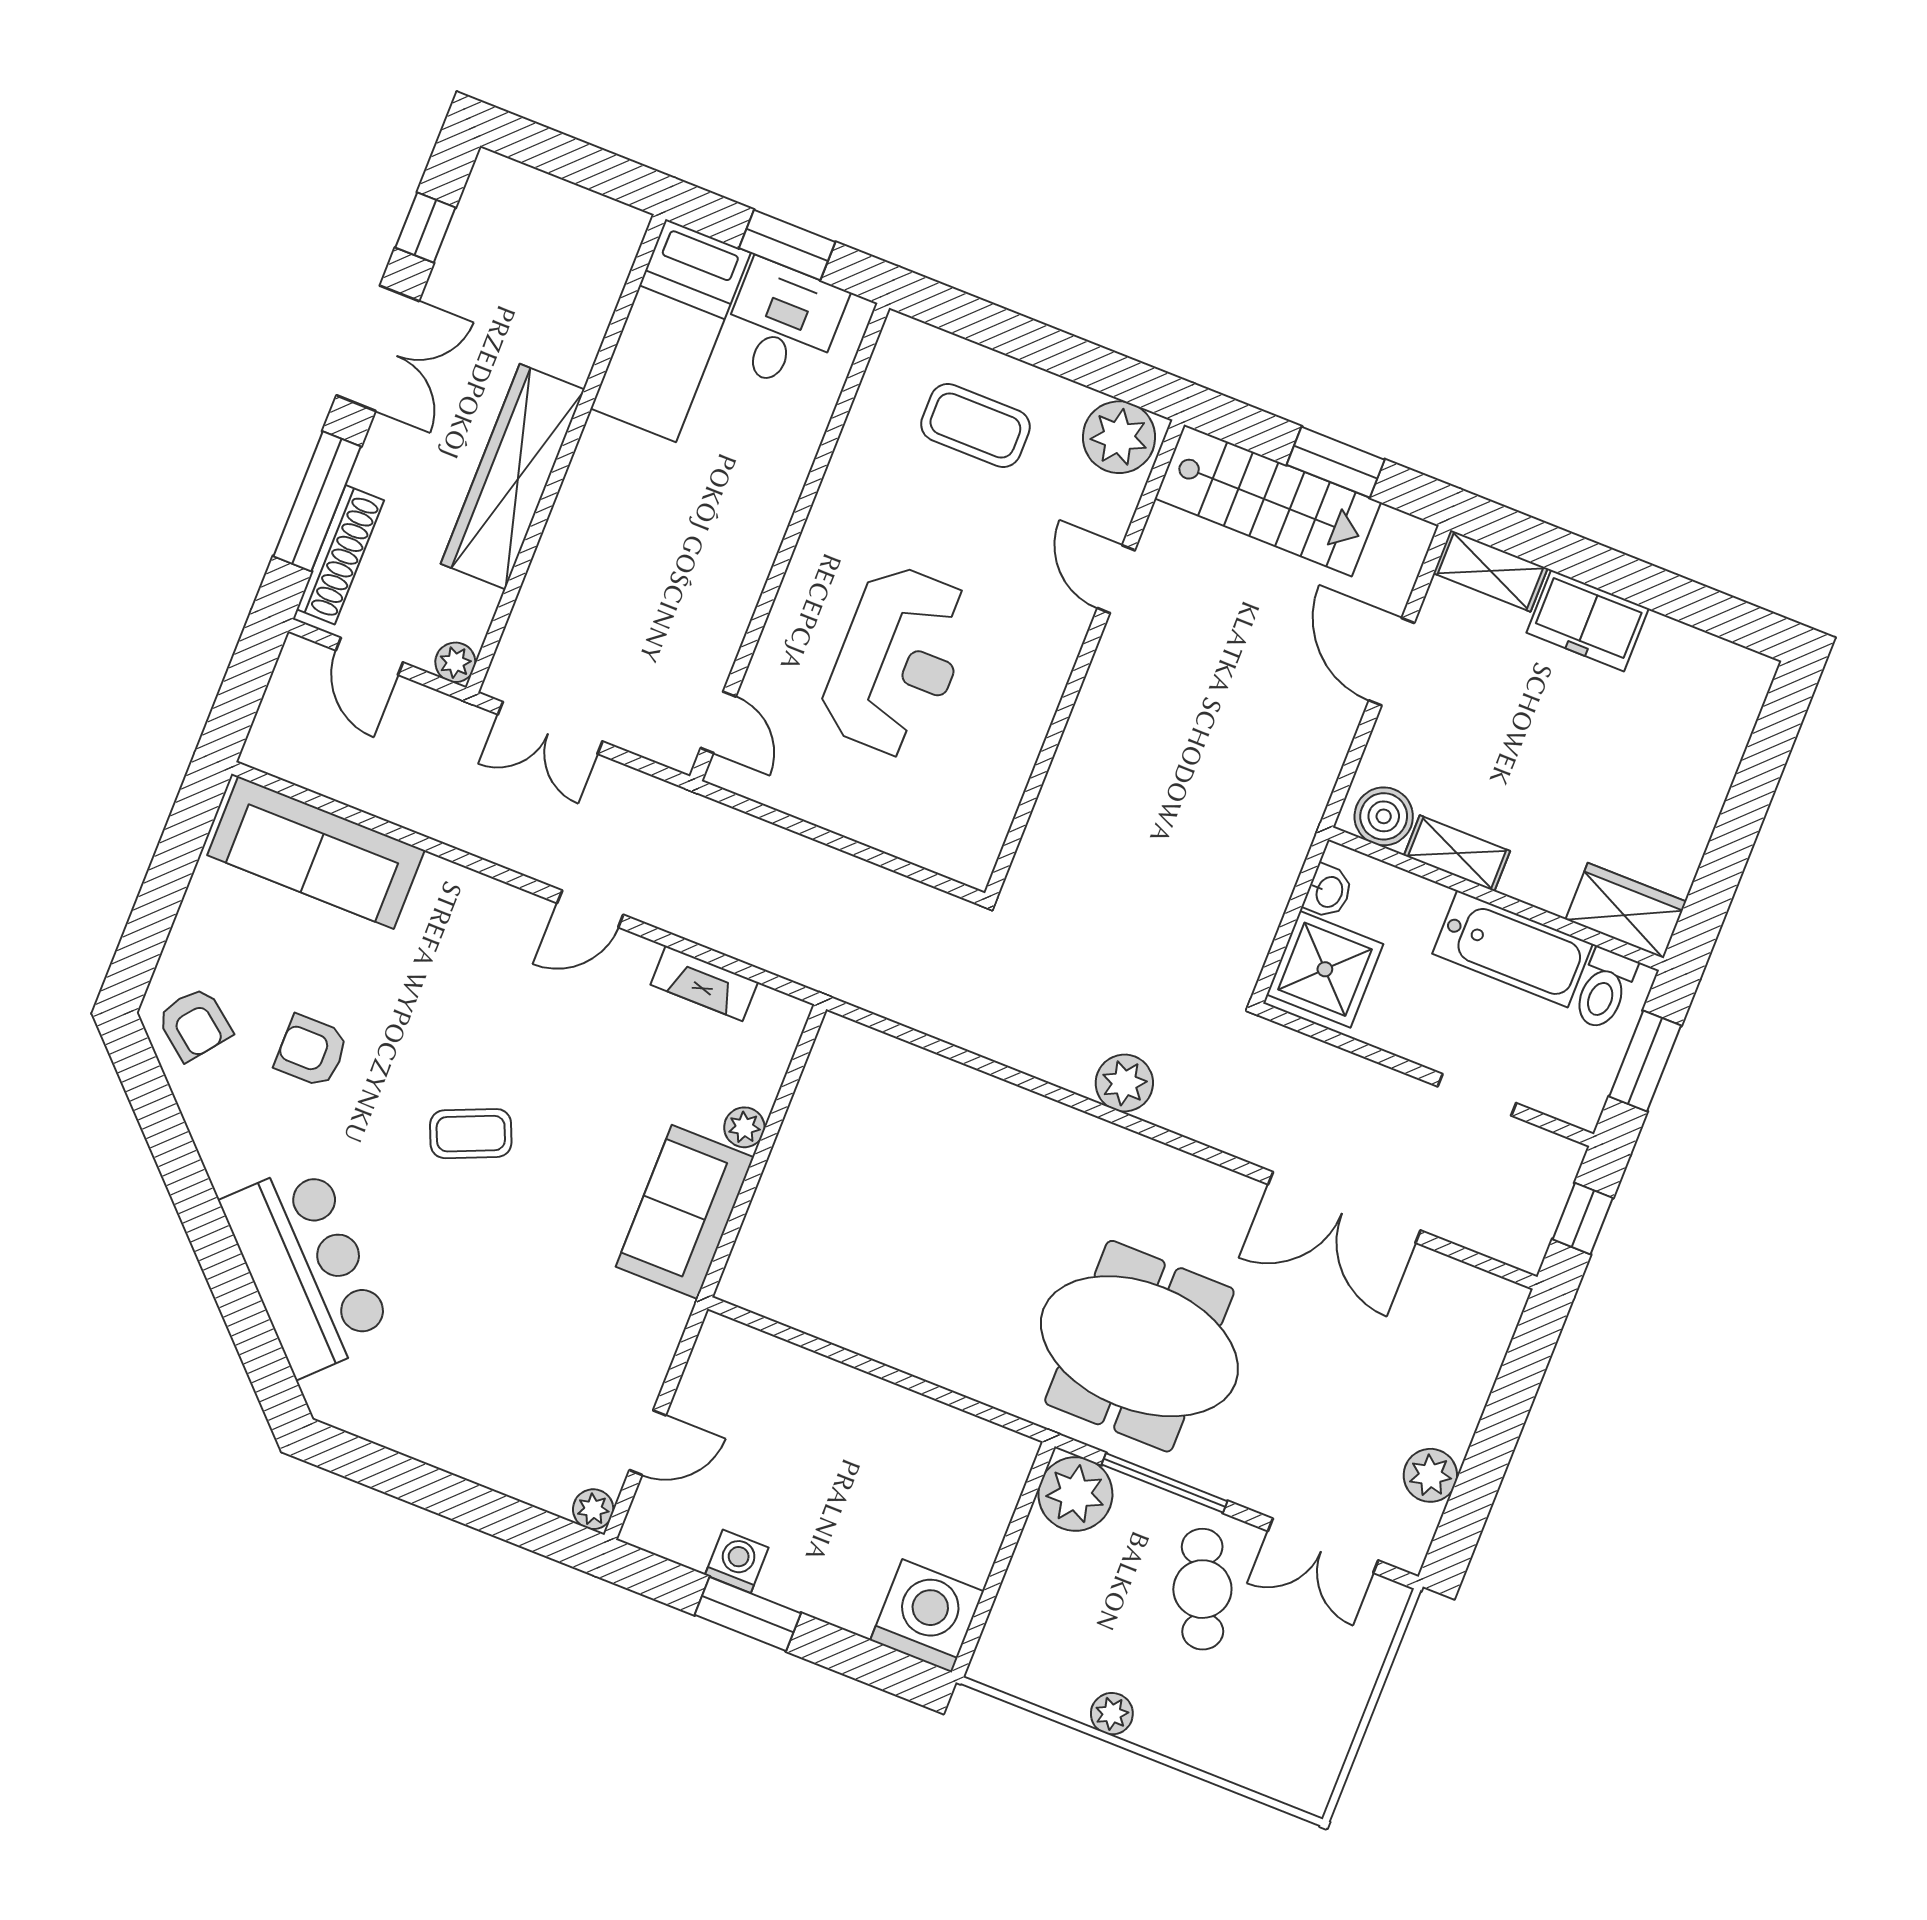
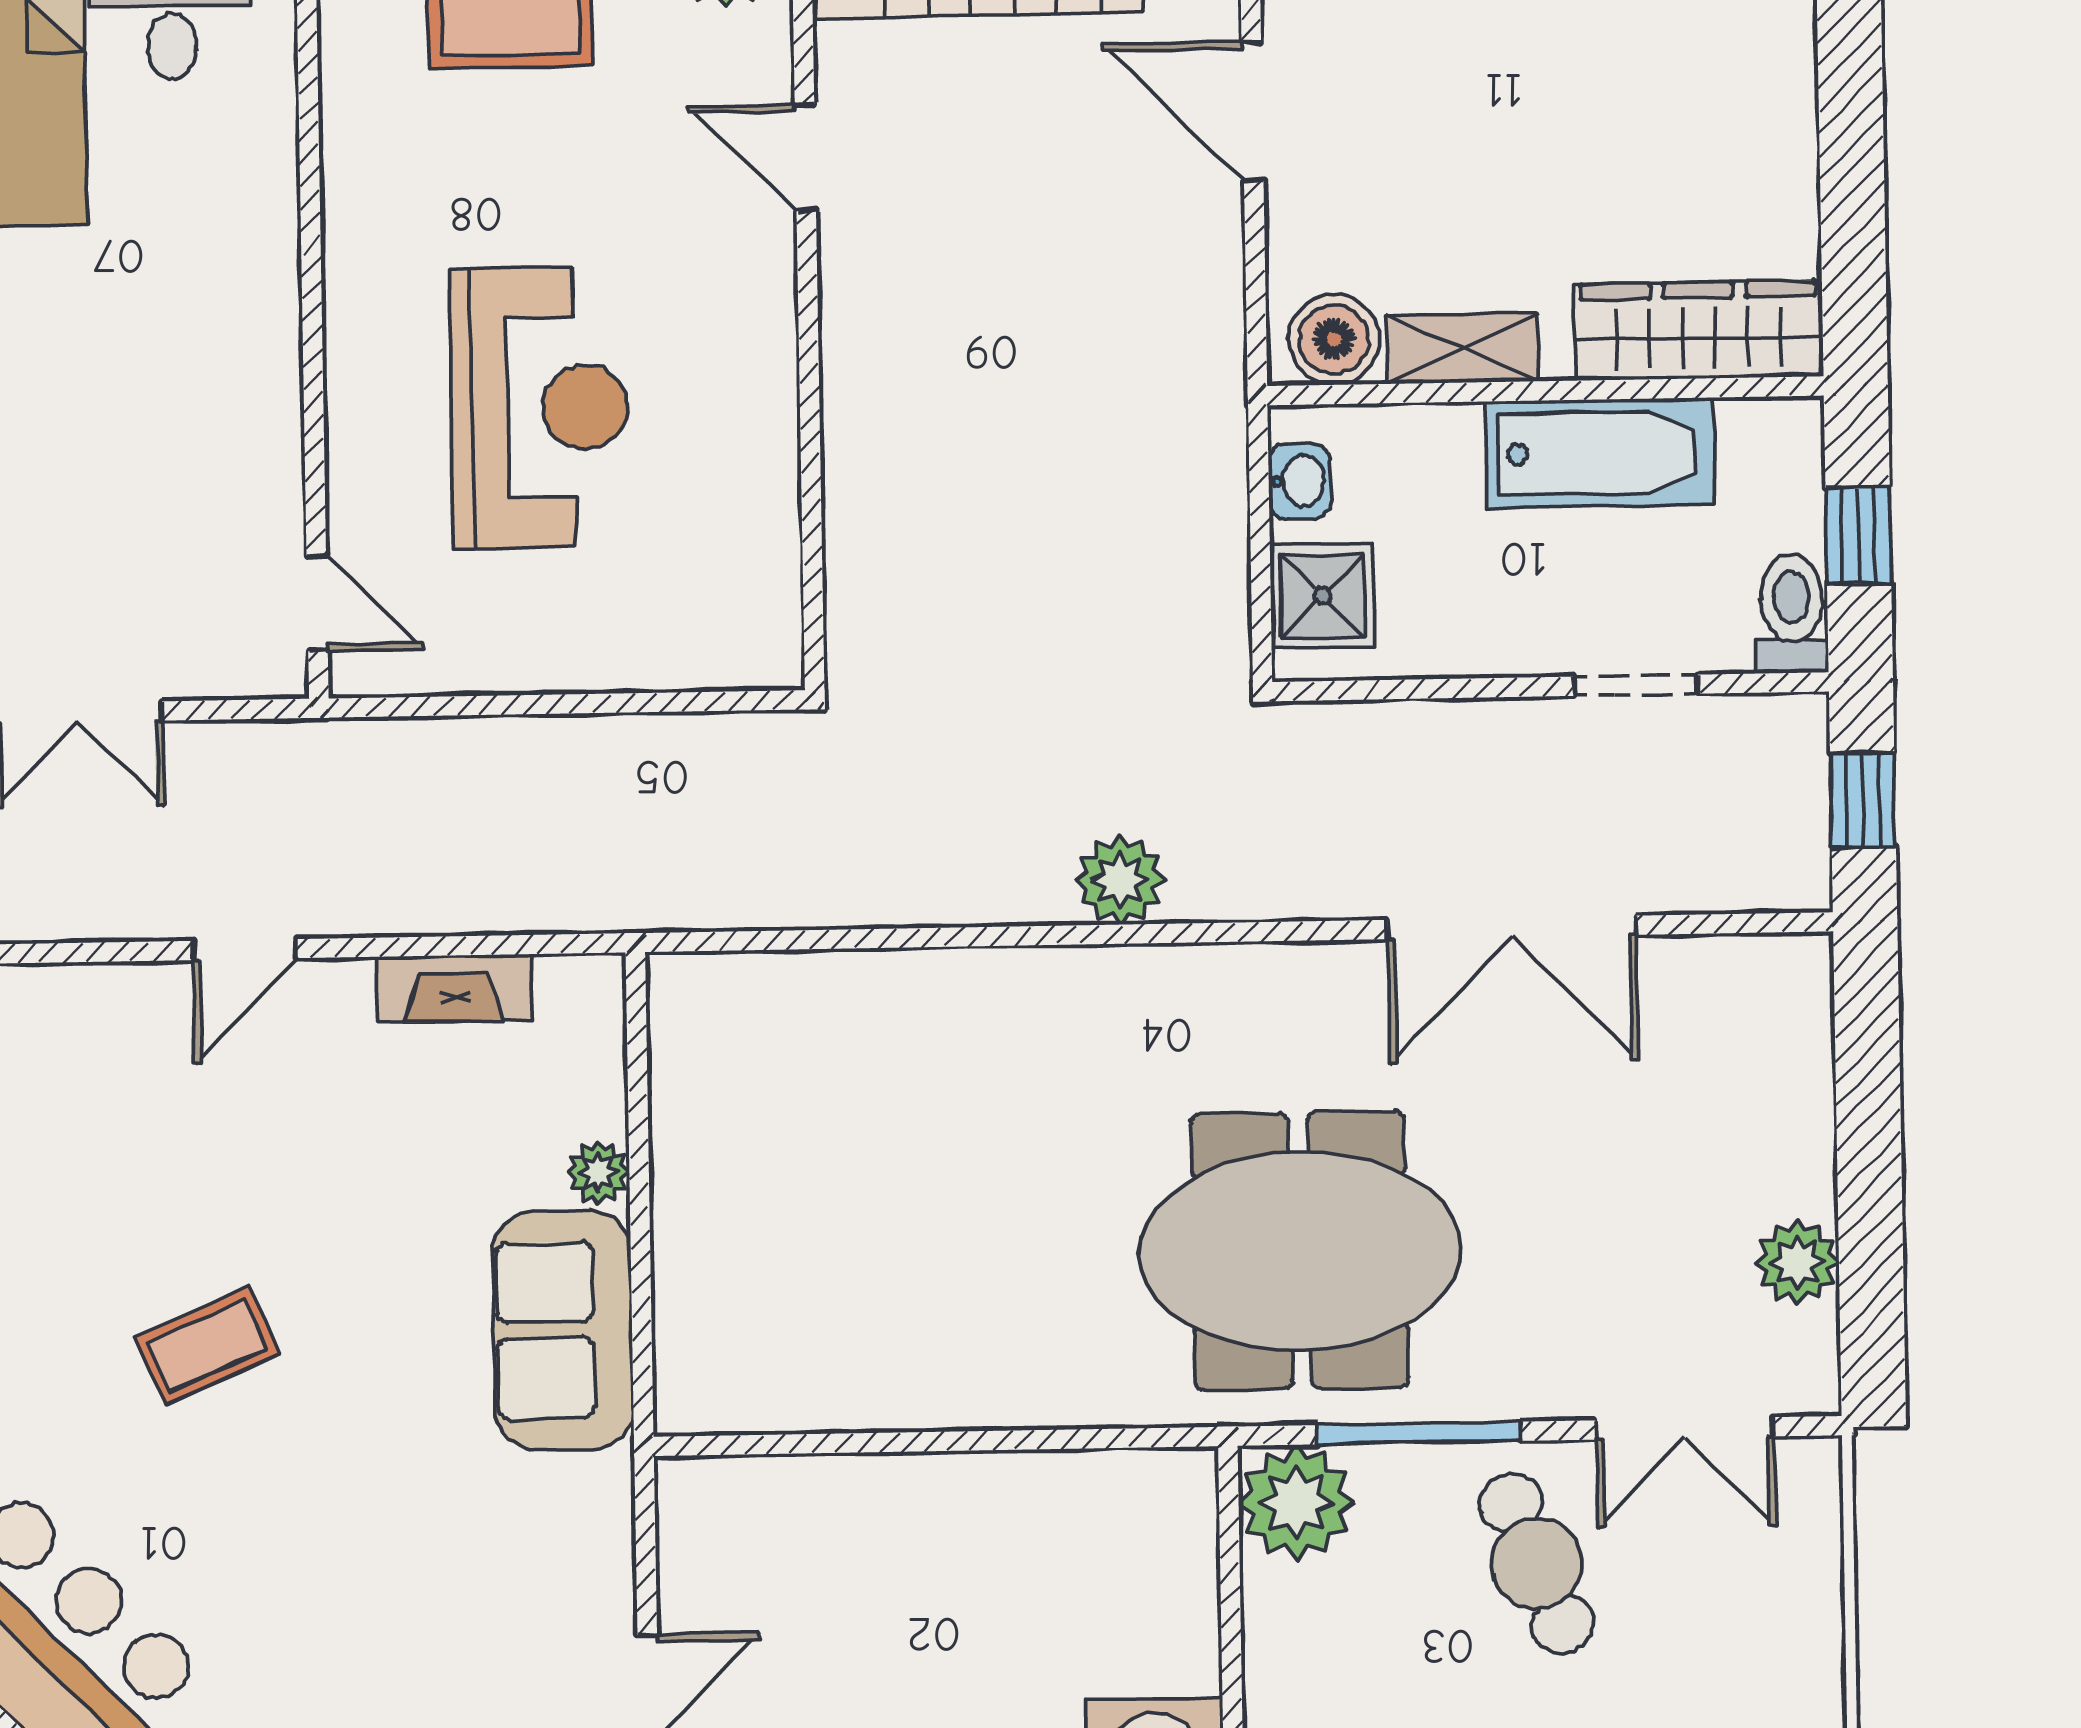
wardrobe: (1626, 911) -> (1699, 331), width x1.50
shower: (1325, 969) -> (1322, 596), width x0.73, depth x0.73
toilet: (1604, 989) -> (1792, 613), moved, turned 180
window: (1645, 1061) -> (1858, 535), width x0.67

